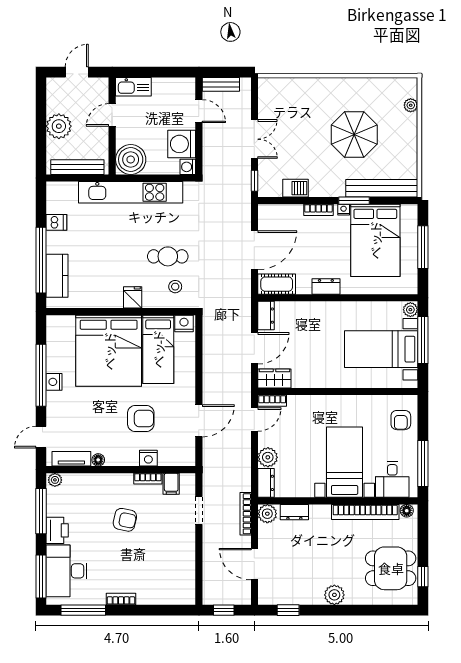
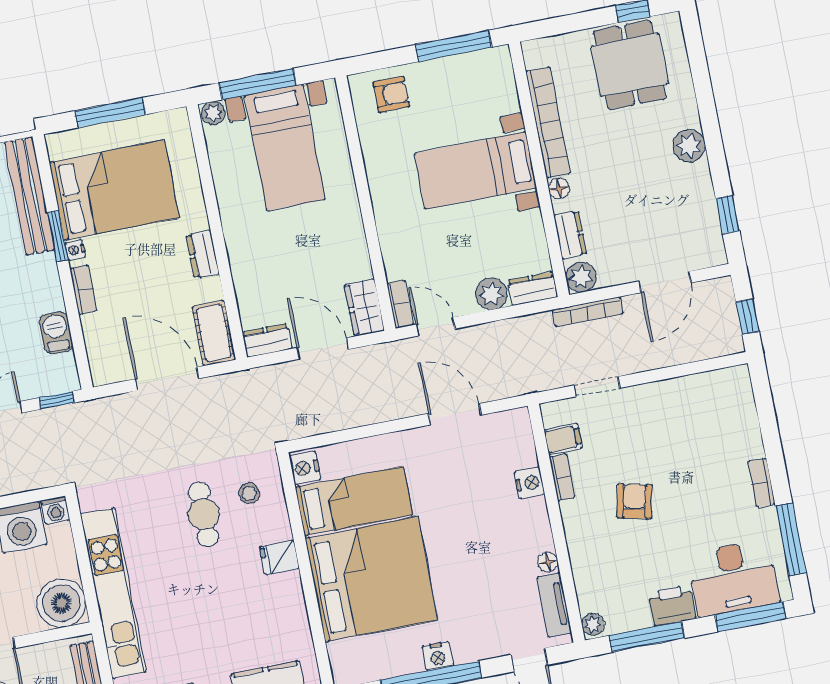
armchair: (141, 418) -> (469, 507), removed
desk: (392, 479) -> (488, 89), removed
floor lamp: (407, 511) -> (559, 189), moved

